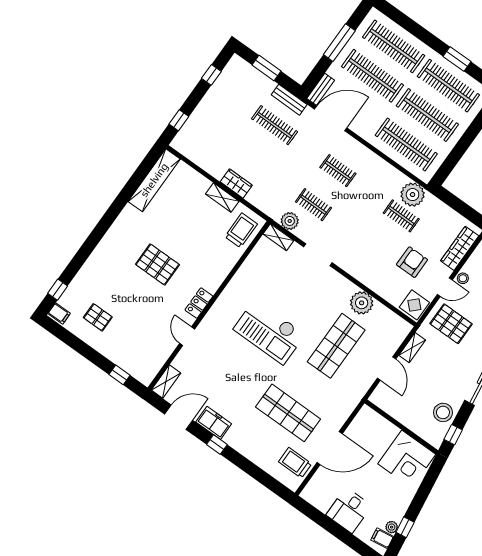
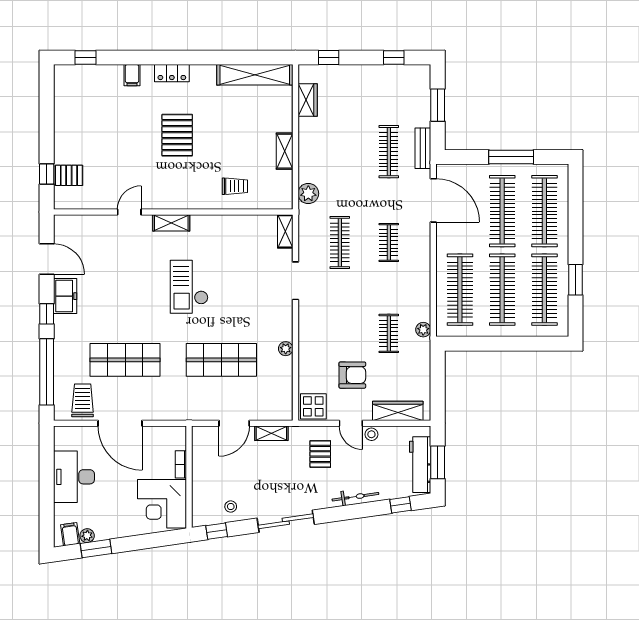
bench: (321, 89) -> (454, 171), removed
wardrobe: (236, 184) -> (308, 100), moved
plant: (413, 195) -> (423, 330), width x0.53, depth x0.53
clothes rail: (313, 205) -> (340, 243), width x1.36
plant: (290, 221) -> (308, 194), moved
trolley: (241, 230) -> (235, 186), moved, width x0.73, depth x0.72
locker: (199, 303) -> (172, 73), moved, turned 180
plant: (362, 303) -> (286, 349), width x0.53, depth x0.53
filing cabinet: (59, 313) -> (132, 75), moved
pallet: (98, 317) -> (69, 175), moved, turned 90
pallet: (451, 324) -> (320, 454), width x0.67, depth x0.71
checkout: (269, 332) -> (189, 287), width x0.73, depth x0.83
shelving: (166, 382) -> (171, 223), moved
stool: (443, 412) -> (231, 507), width x0.53, depth x0.53
shop shelf: (288, 413) -> (125, 360), turned 90
bookcase: (389, 426) -> (181, 464), added
window: (257, 474) -> (47, 372), added
desk: (349, 510) -> (74, 477), width x1.37
window: (405, 527) -> (96, 548), width x1.50

